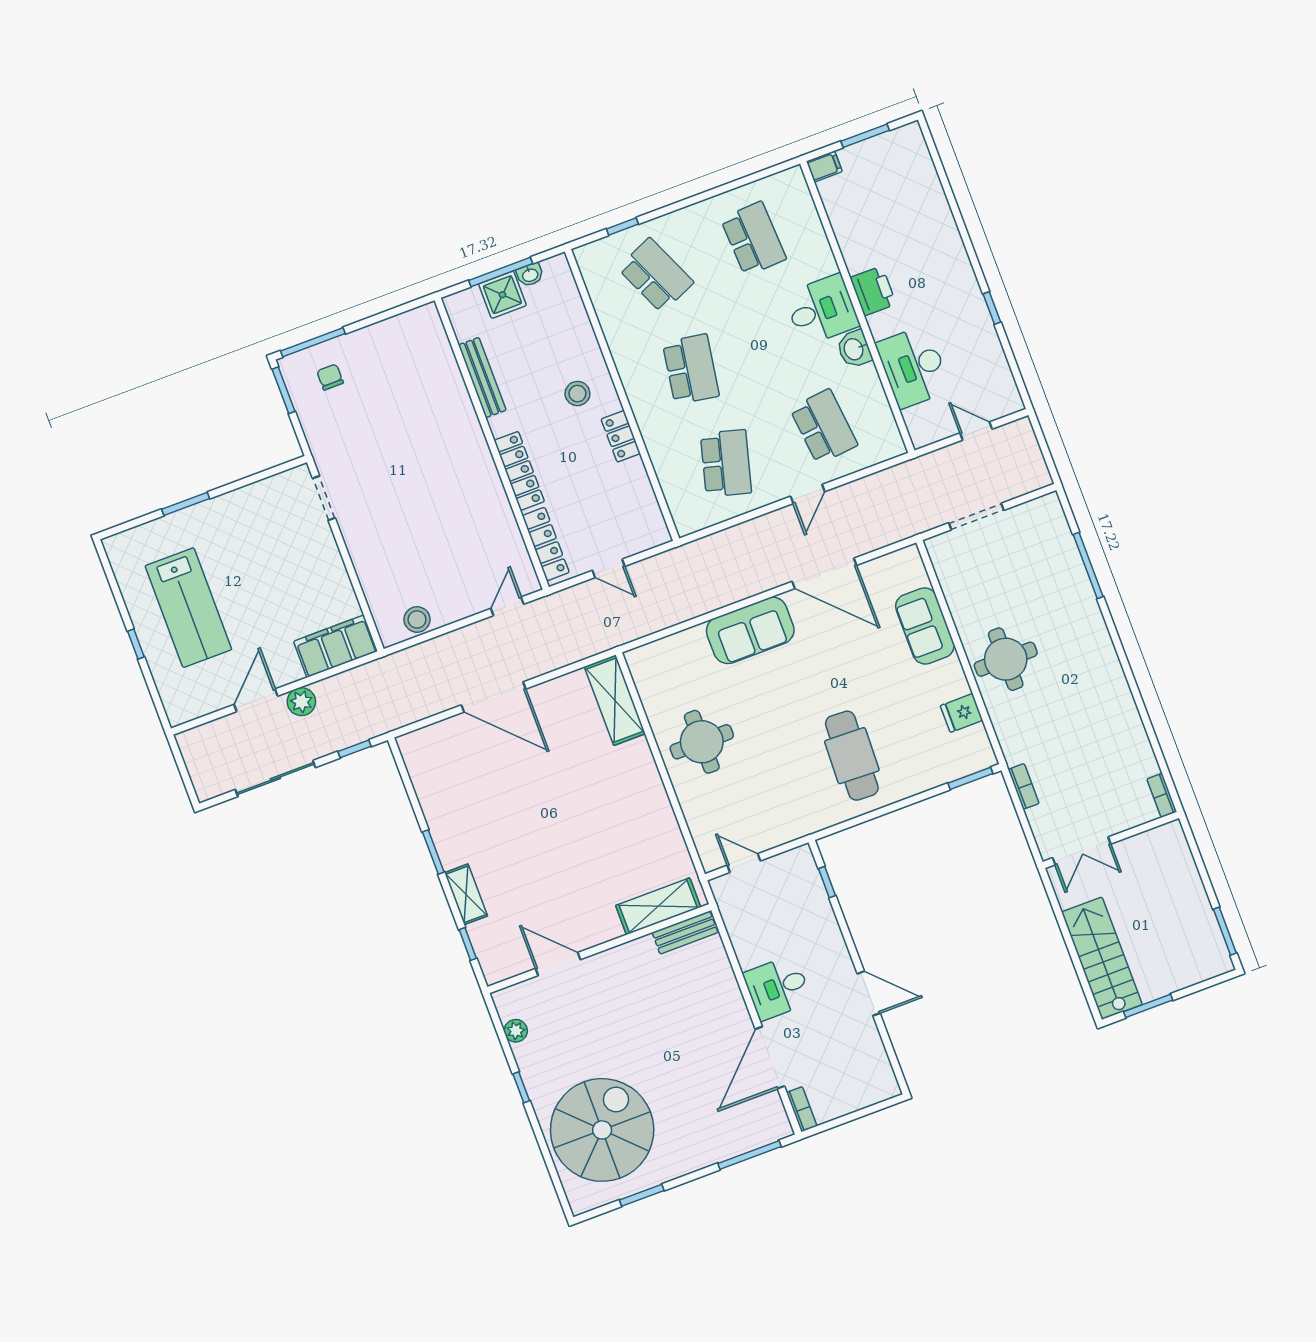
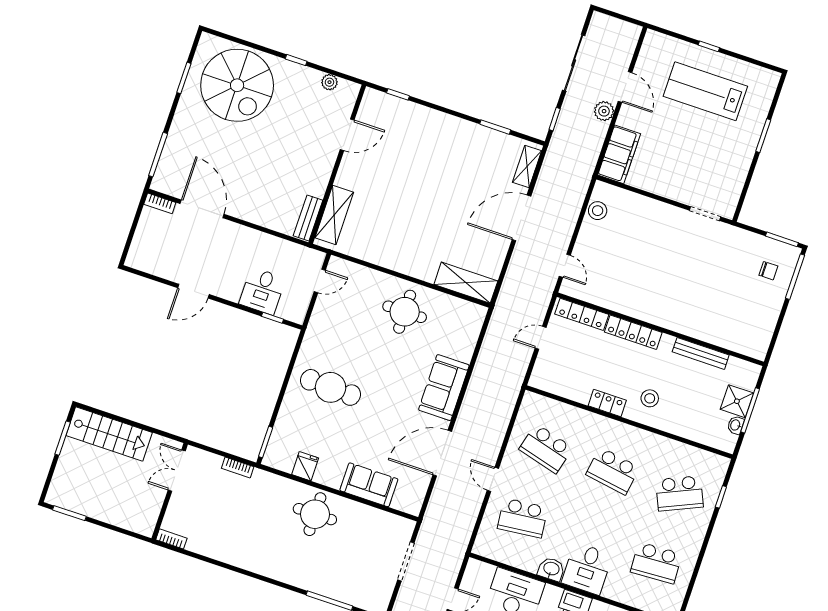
window: (433, 852) -> (495, 127), moved
shelving: (466, 894) -> (527, 166), moved, turned 90
desk: (777, 988) -> (262, 291), moved, turned 180

